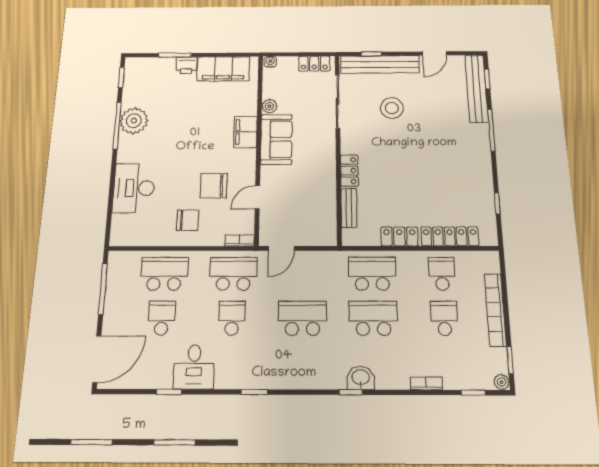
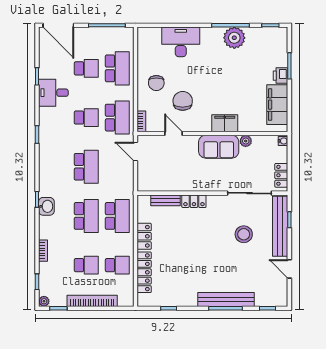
bench: (477, 88) -> (226, 300), moved

